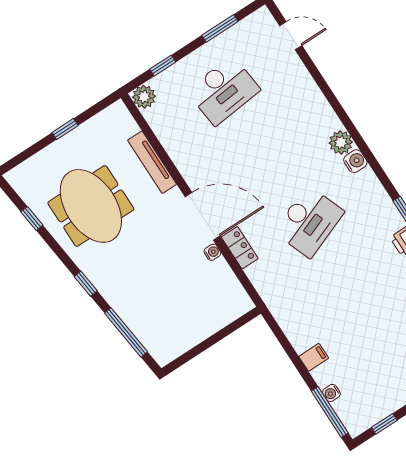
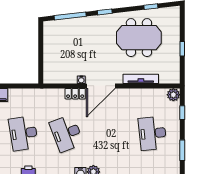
desk: (351, 287) -> (23, 133), added

